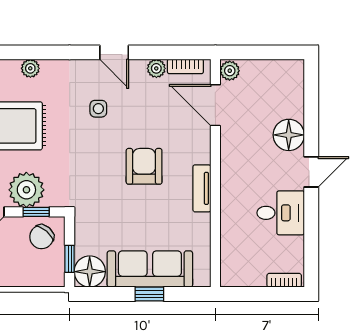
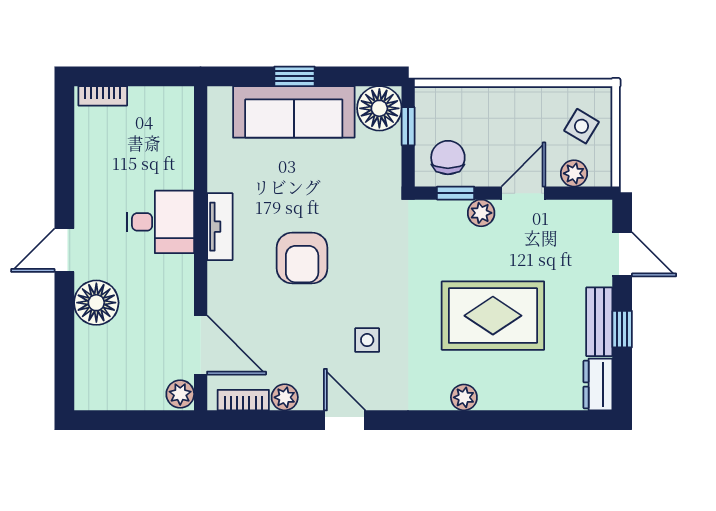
plant: (26, 190) -> (481, 213), width x0.53, depth x0.53
desk: (281, 213) -> (160, 222), moved, turned 180
chair: (42, 237) -> (448, 158), turned -41

